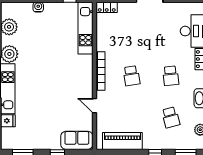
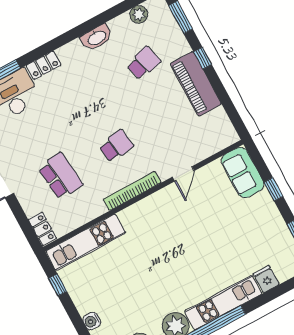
school desk: (171, 76) -> (60, 176), moved, width x1.85
piano: (122, 141) -> (196, 84), moved

